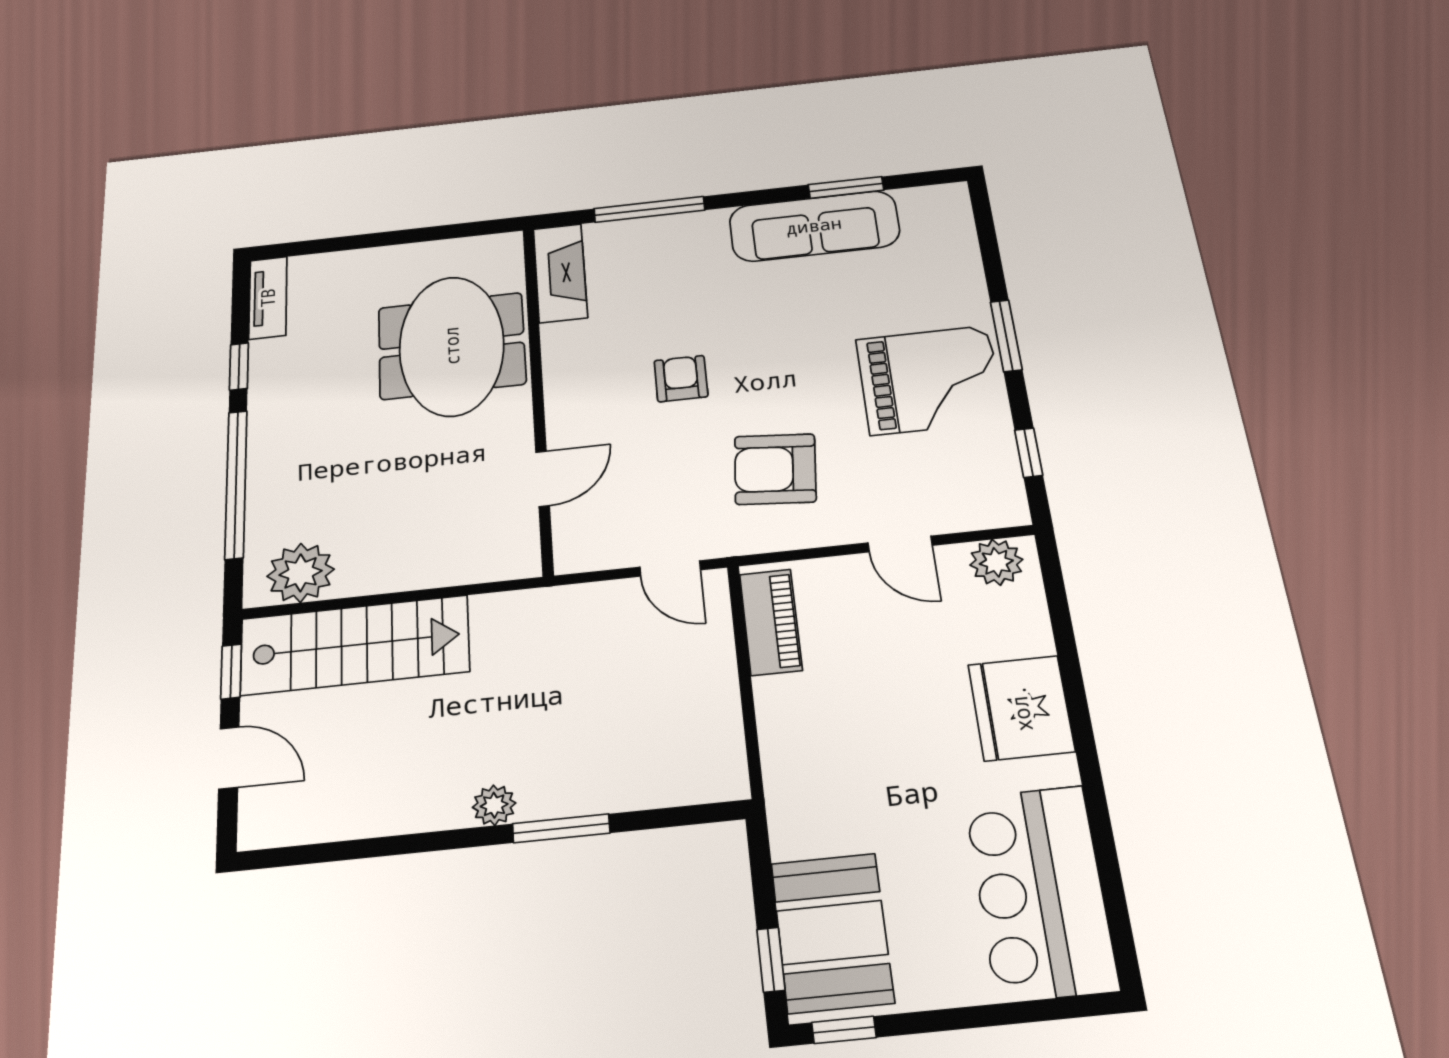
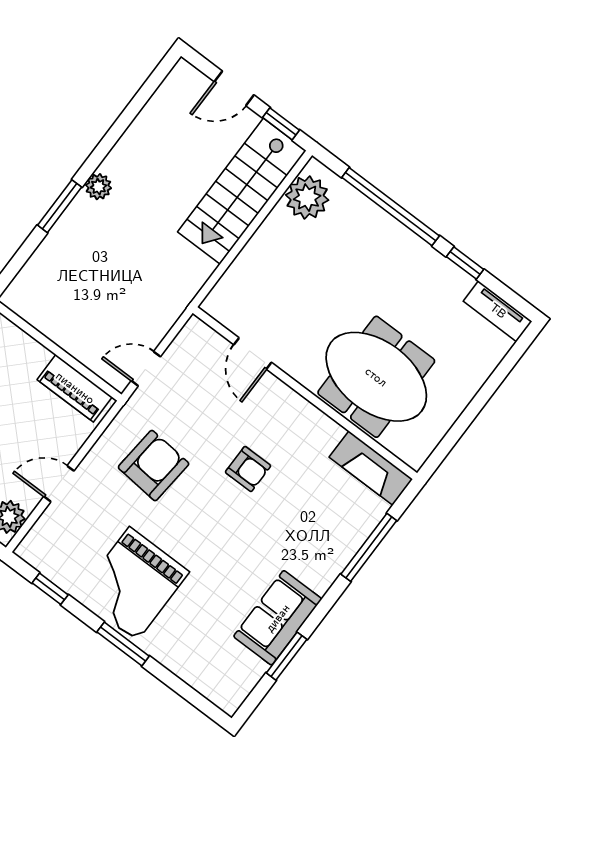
sofa: (814, 226) -> (278, 618), width x0.73

